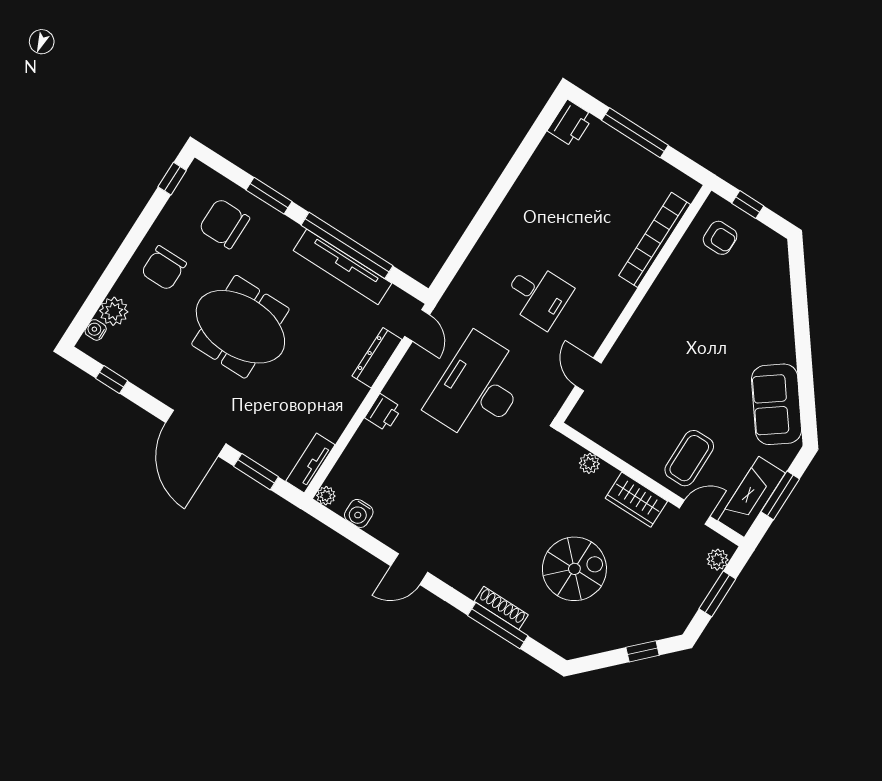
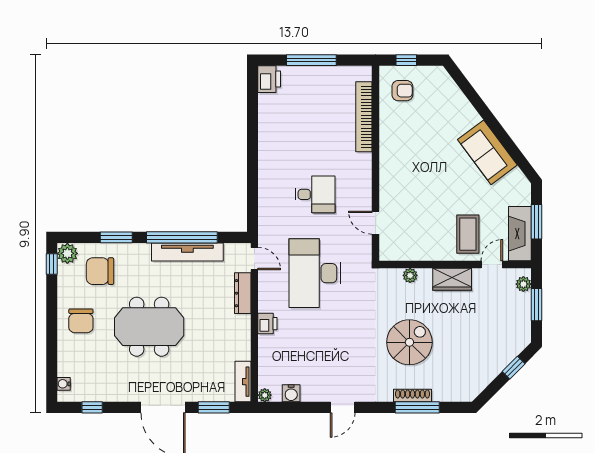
plant: (114, 311) -> (67, 253), moved
sofa: (777, 404) -> (487, 152), moved
spiral stairs: (574, 569) -> (409, 342), moved

